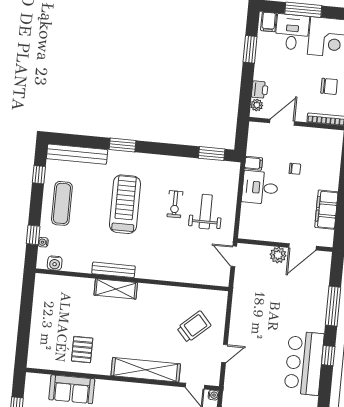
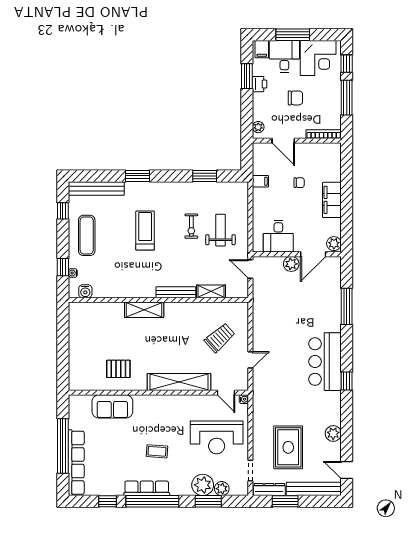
chair: (329, 86) -> (295, 98), moved
printer: (260, 90) -> (260, 84), moved
door: (282, 122) -> (283, 141), swing flipped
window: (212, 154) -> (205, 176), moved
desk: (260, 188) -> (278, 236), moved, turned -90
treadmill: (125, 204) -> (145, 231), width x0.73, depth x0.73
filing cabinet: (326, 210) -> (332, 200), moved
plant: (326, 238) -> (334, 244), added
bench: (113, 270) -> (176, 292), moved
shelving: (189, 276) -> (211, 291), added
pallet: (82, 350) -> (118, 369), turned 90
window: (328, 356) -> (347, 381), moved

